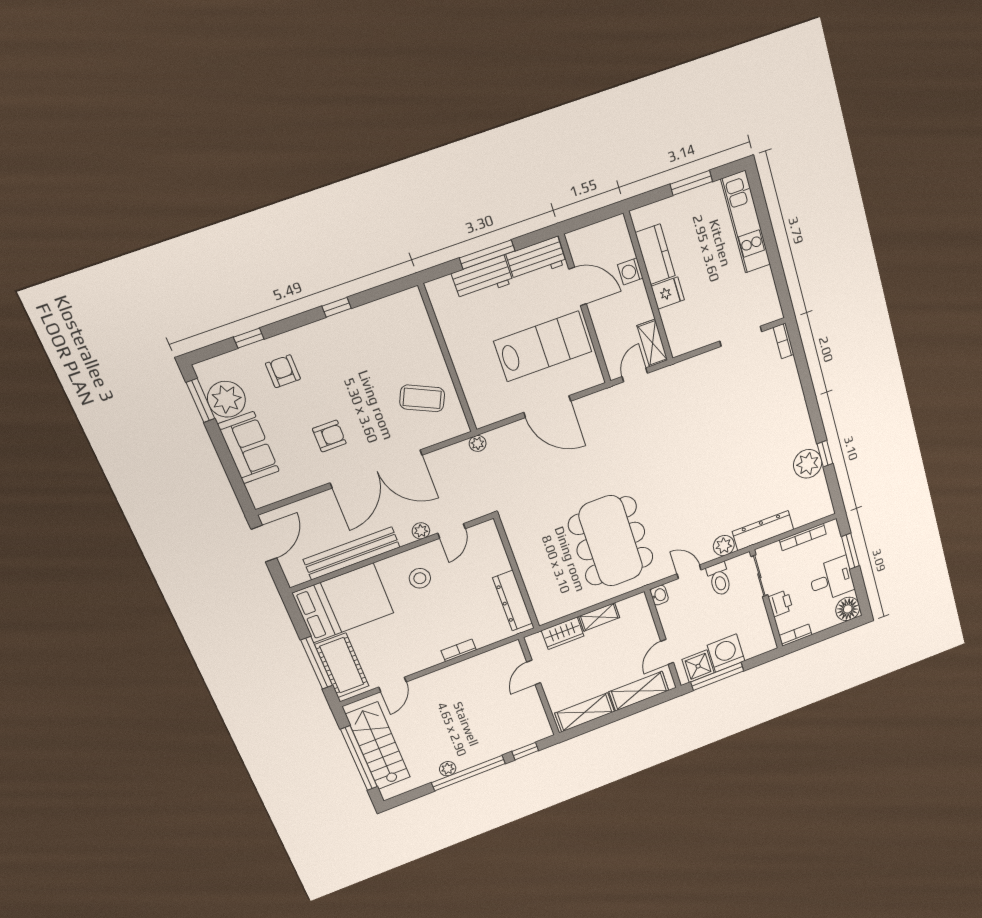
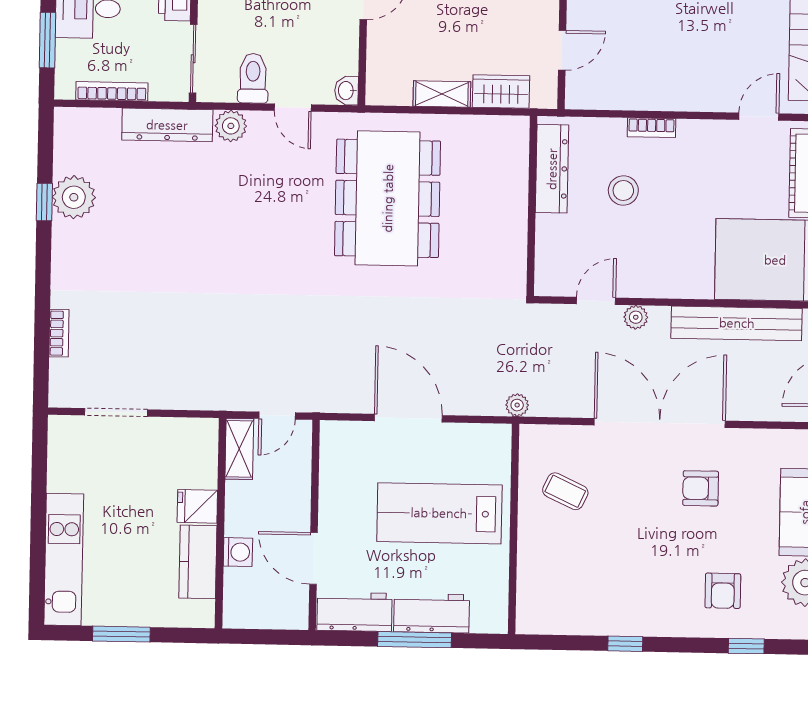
bookcase: (784, 341) -> (59, 333), moved
lab bench: (543, 346) -> (439, 513), moved
coffee table: (422, 398) -> (565, 491), width x0.73, depth x0.77
stool: (420, 578) -> (623, 190), moved

